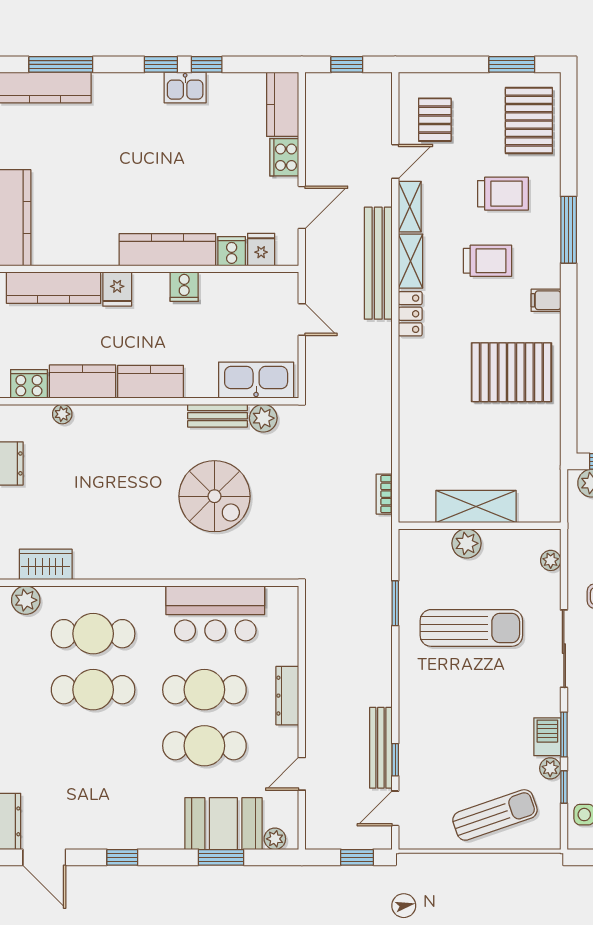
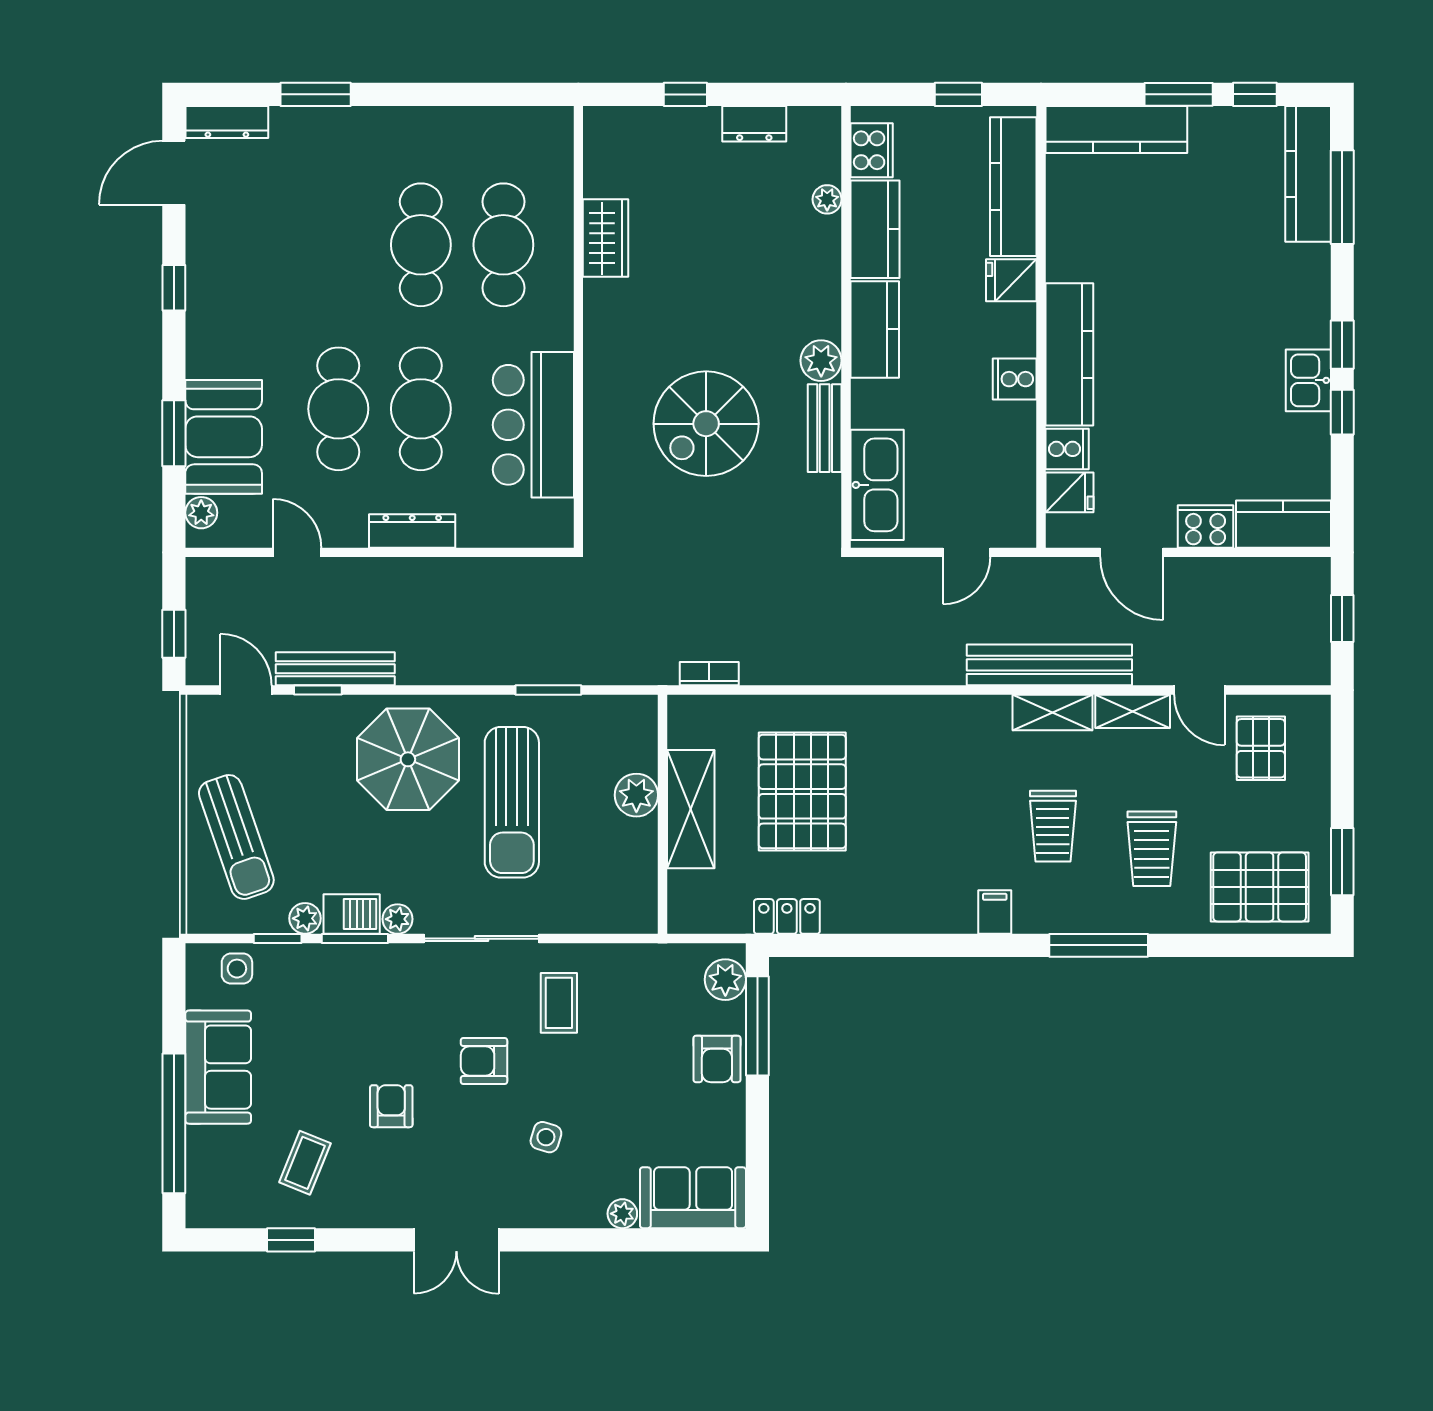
pallet: (435, 120) -> (1261, 748), turned 90
locker: (410, 314) -> (787, 916), moved, turned 180
pallet: (511, 372) -> (802, 791), moved
plant: (263, 418) -> (821, 361), moved
plant: (551, 560) -> (398, 919), moved
wardrobe: (46, 564) -> (606, 238), moved
plant: (26, 600) -> (553, 146), removed
parasol: (442, 699) -> (408, 759), added

